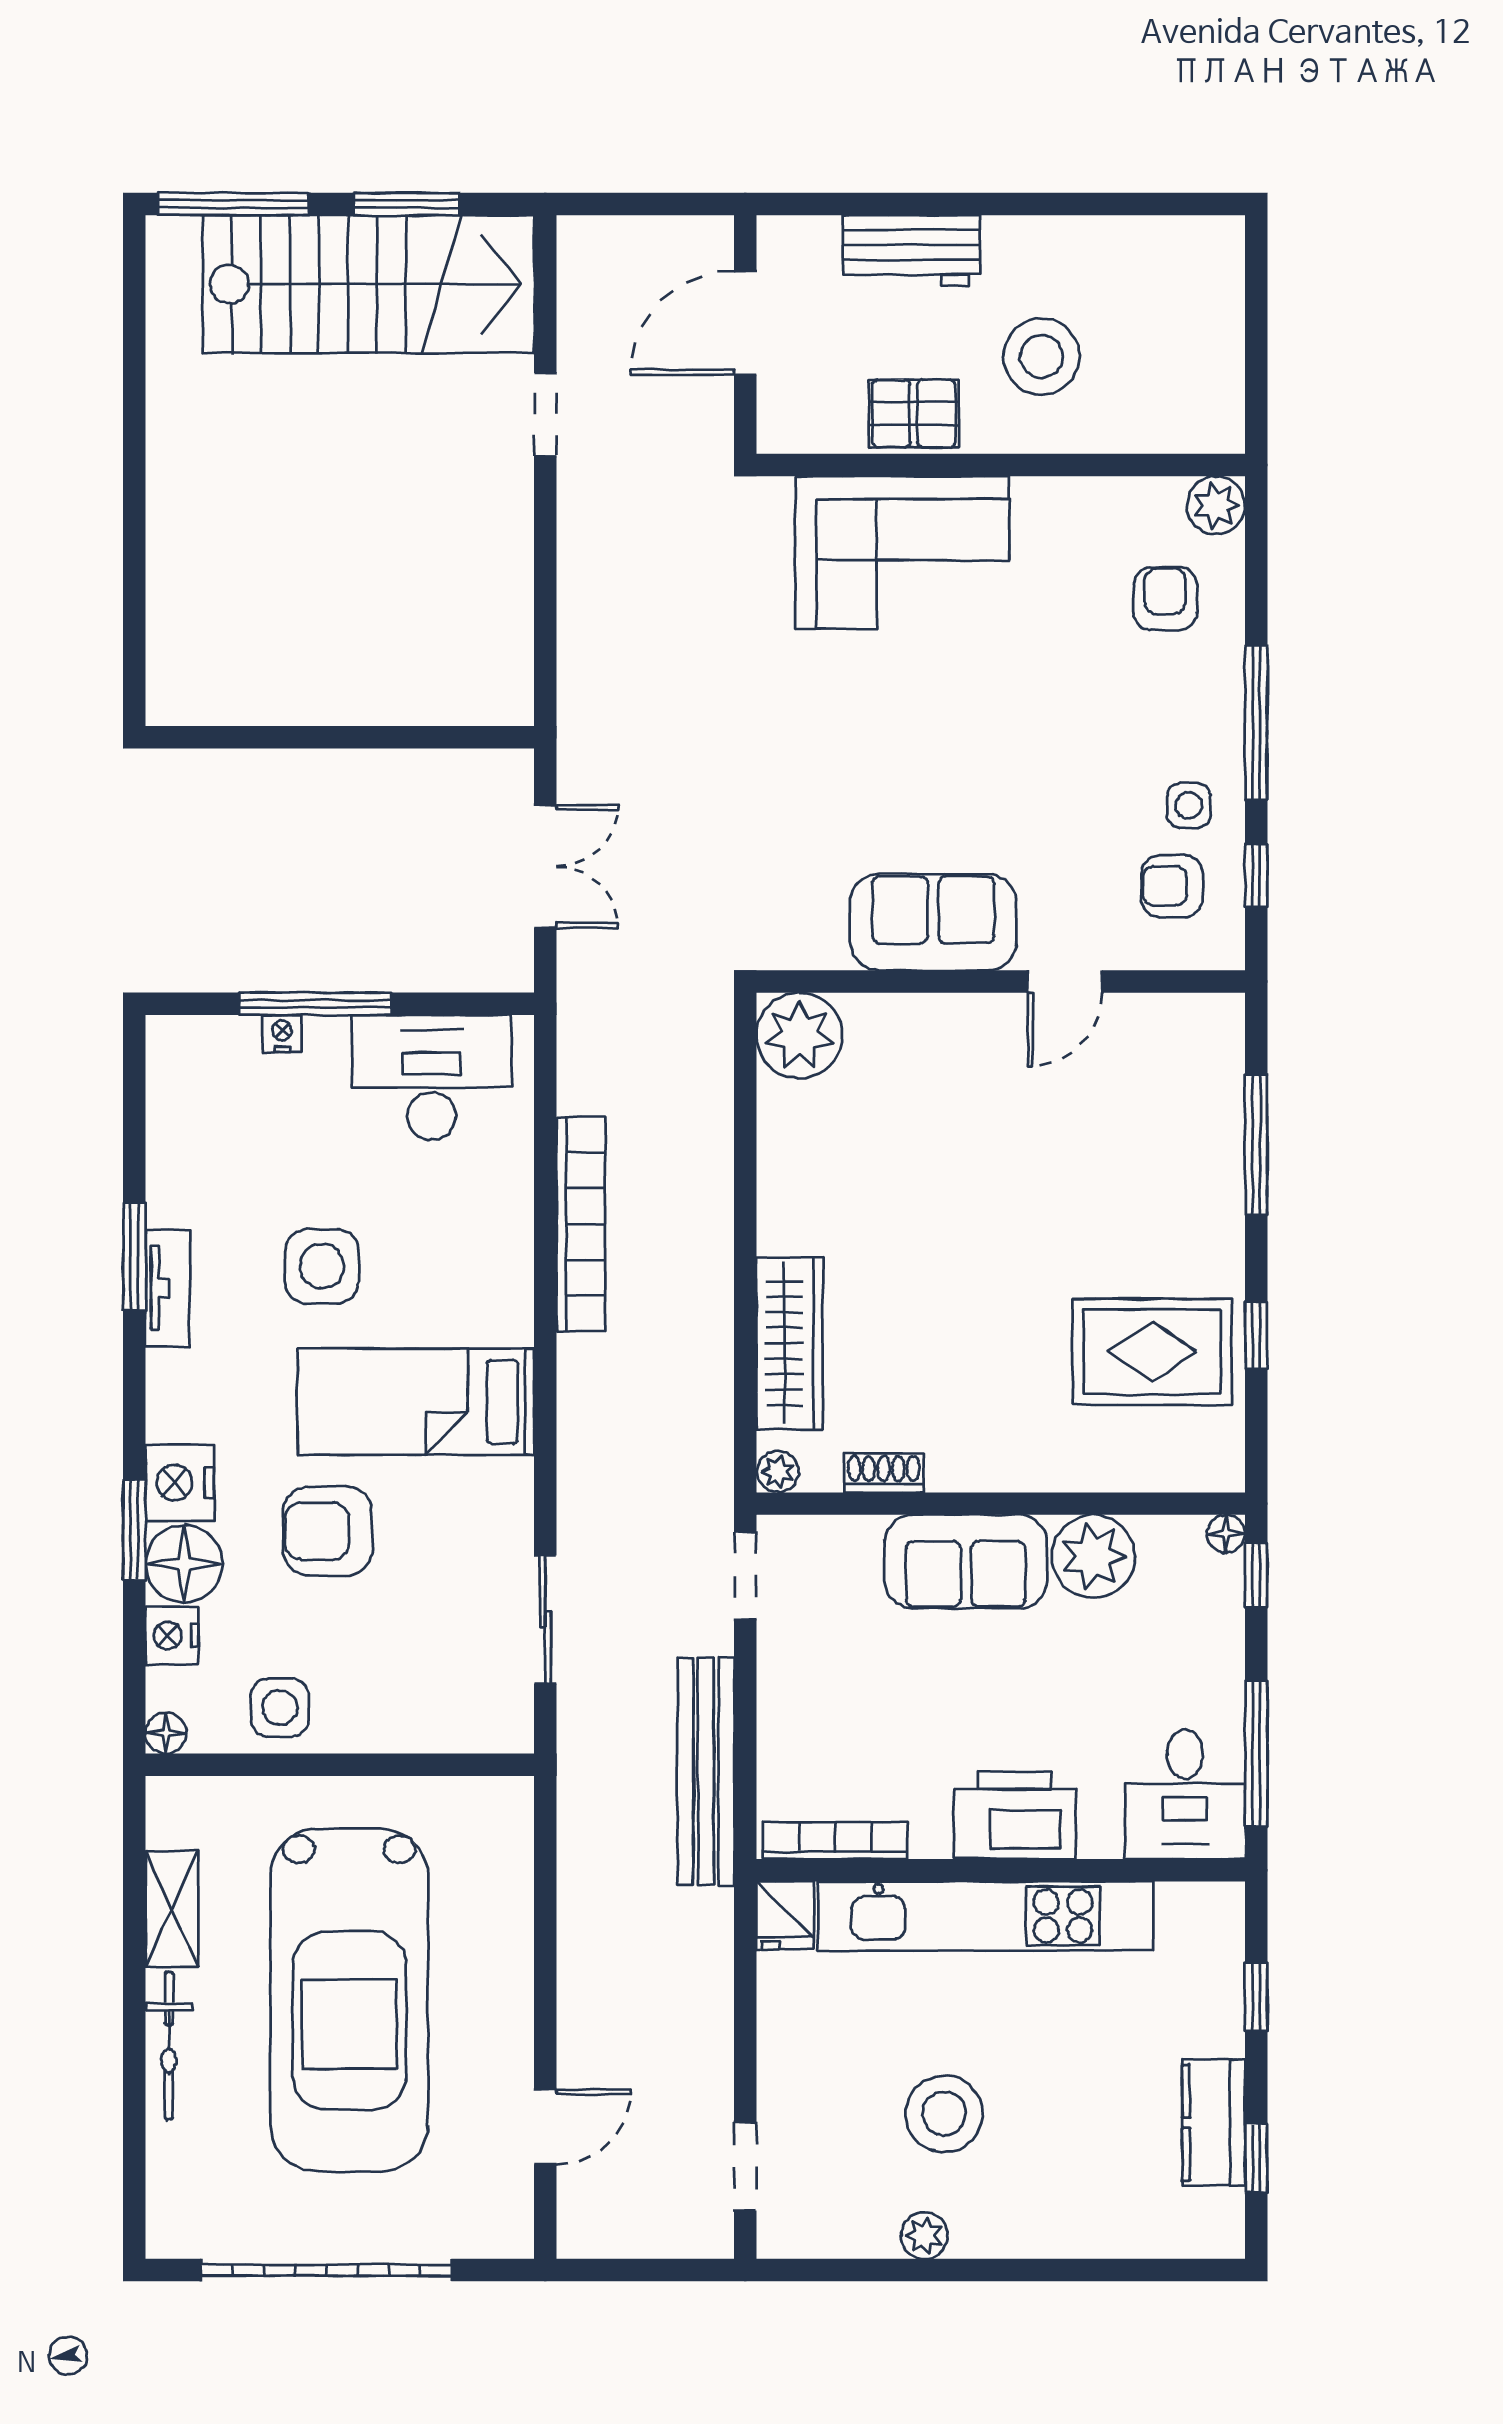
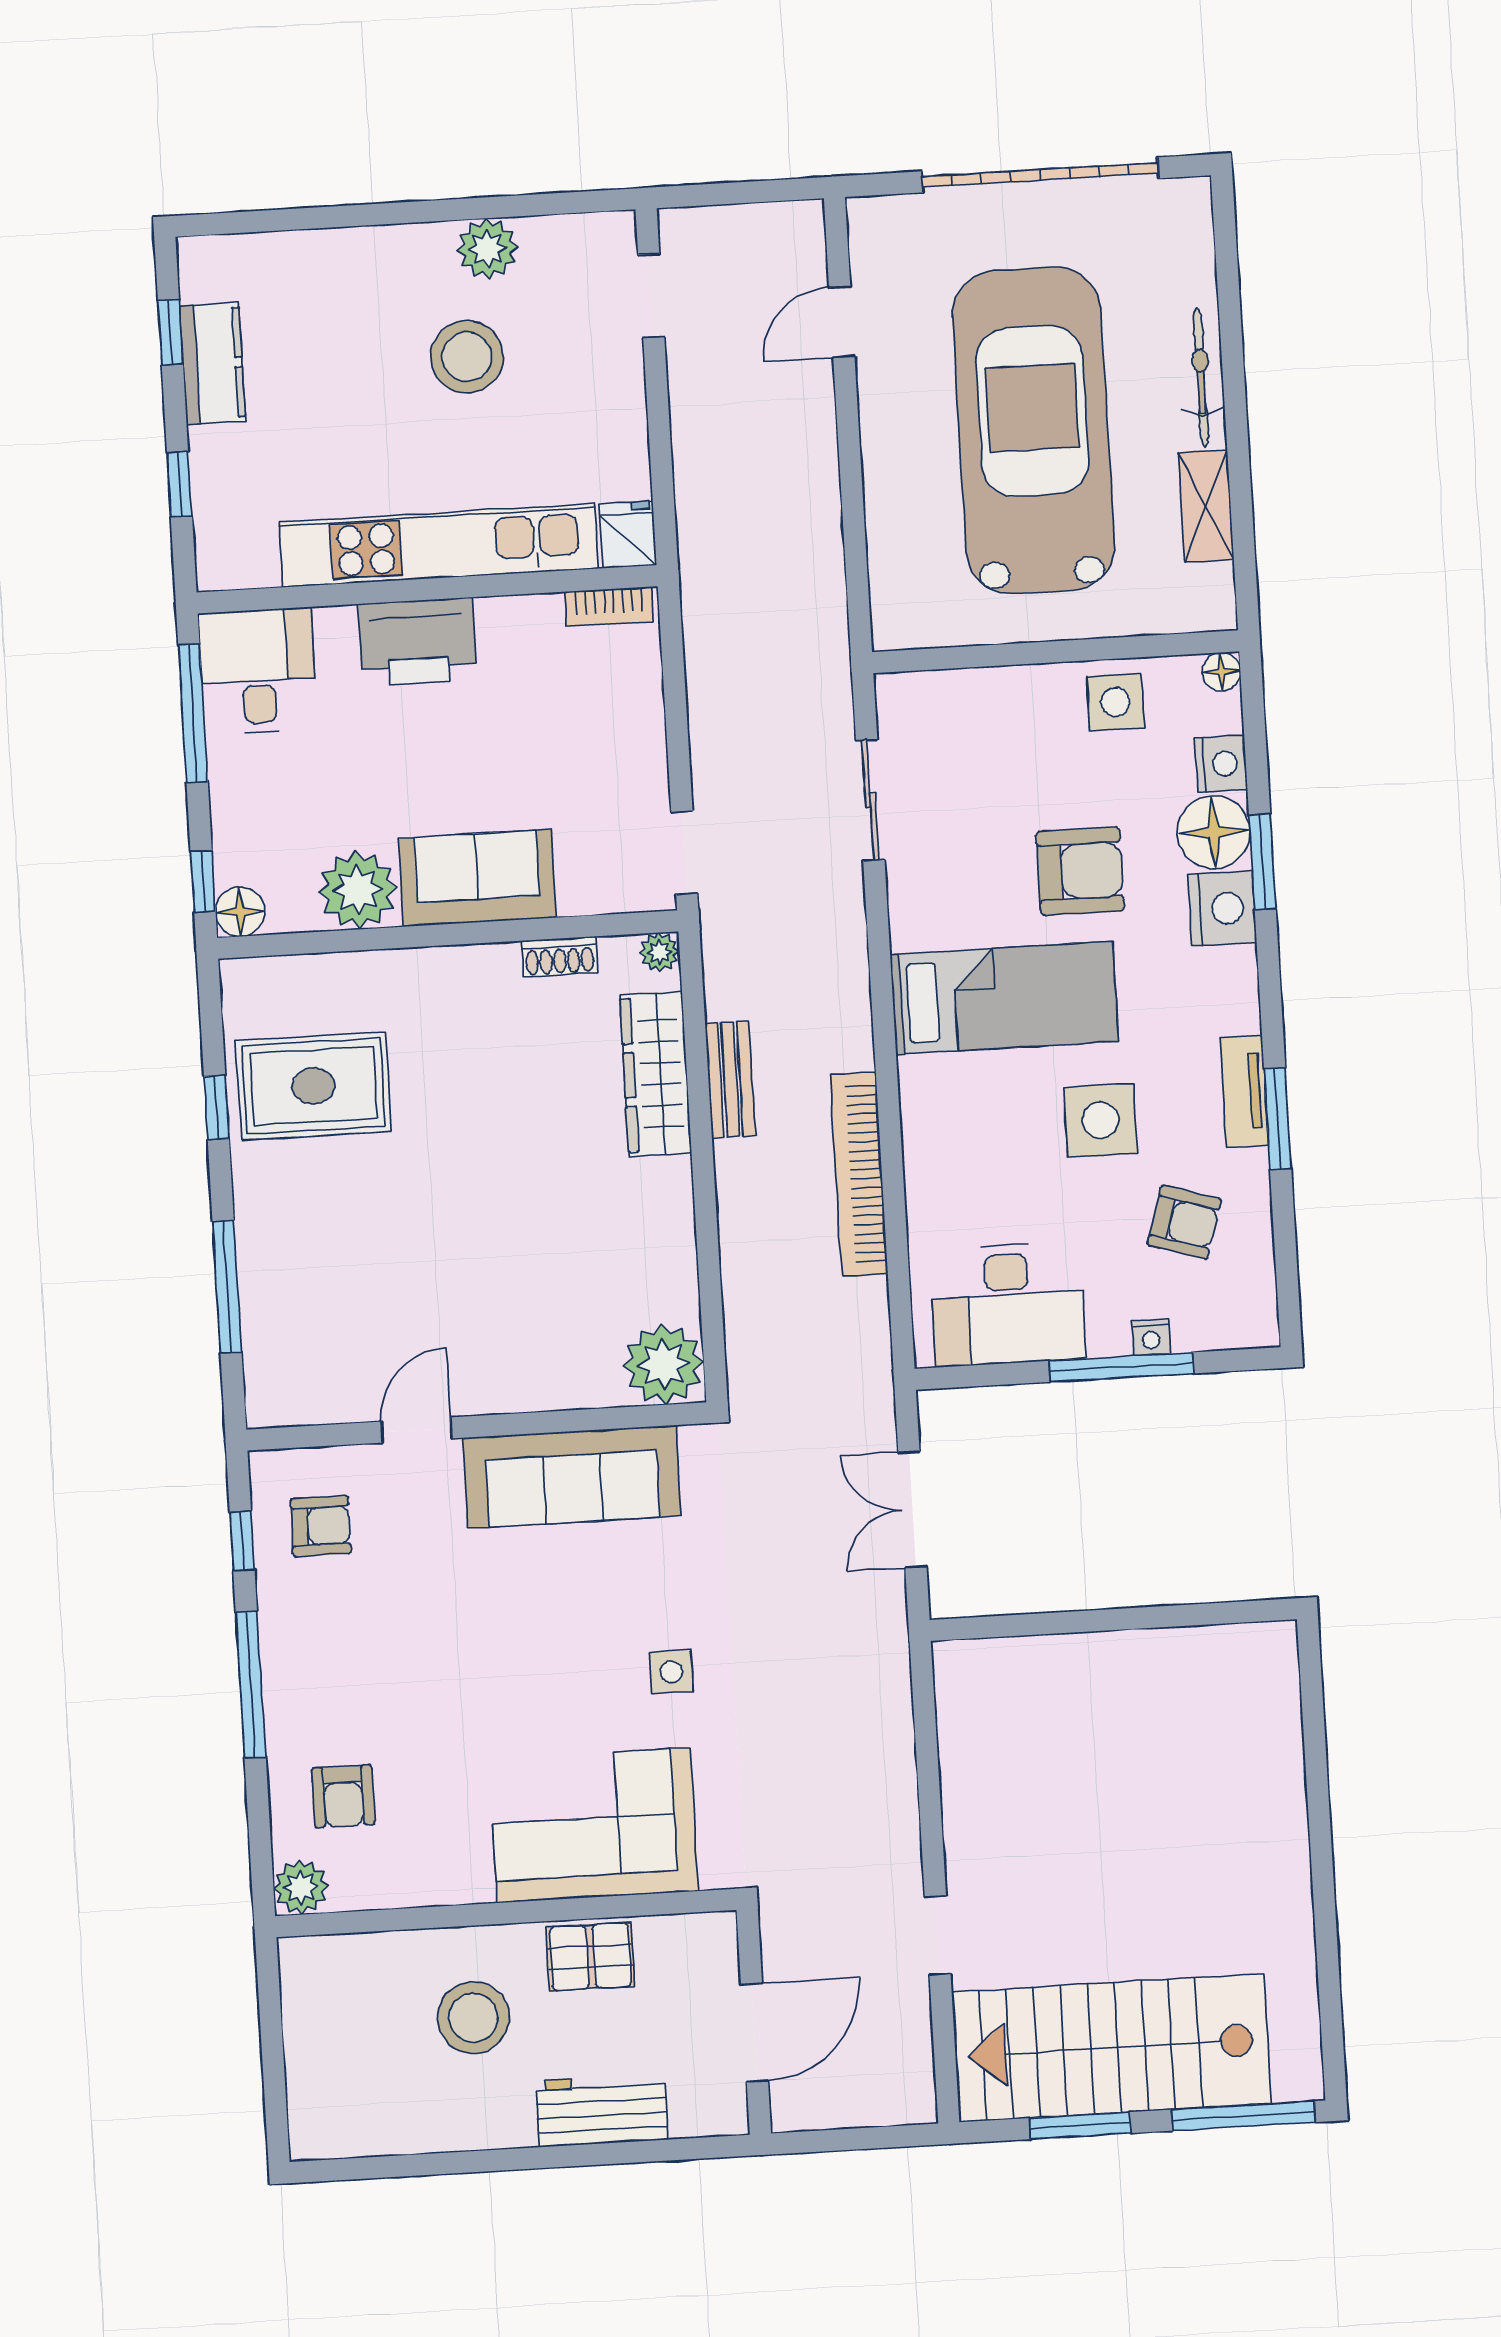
side table: (1189, 805) -> (671, 1672), moved
sofa: (933, 922) -> (572, 1477), width x1.36
armchair: (240, 1153) -> (1184, 1222), added
floor lamp: (1226, 1534) -> (240, 912), width x1.37, depth x1.37
bench: (706, 1771) -> (730, 1079), moved, width x0.54, depth x0.82
bookcase: (835, 1841) -> (609, 606), width x0.64
plant: (924, 2236) -> (487, 249), width x1.38, depth x1.38

